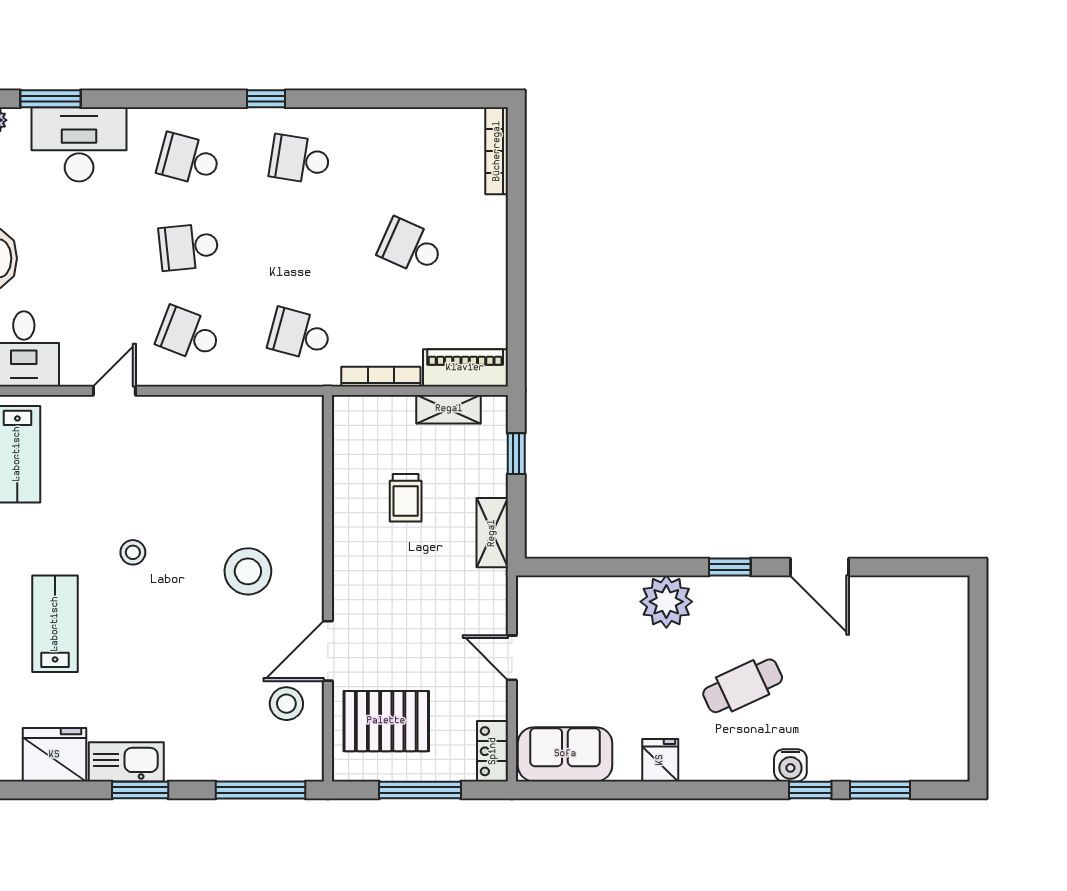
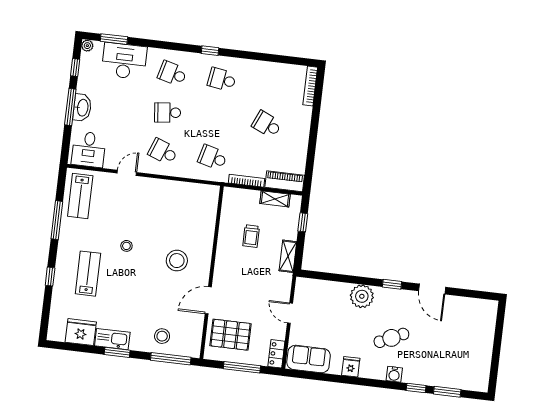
stool: (286, 704) -> (162, 336), moved
water cooler: (790, 765) -> (394, 374), moved

